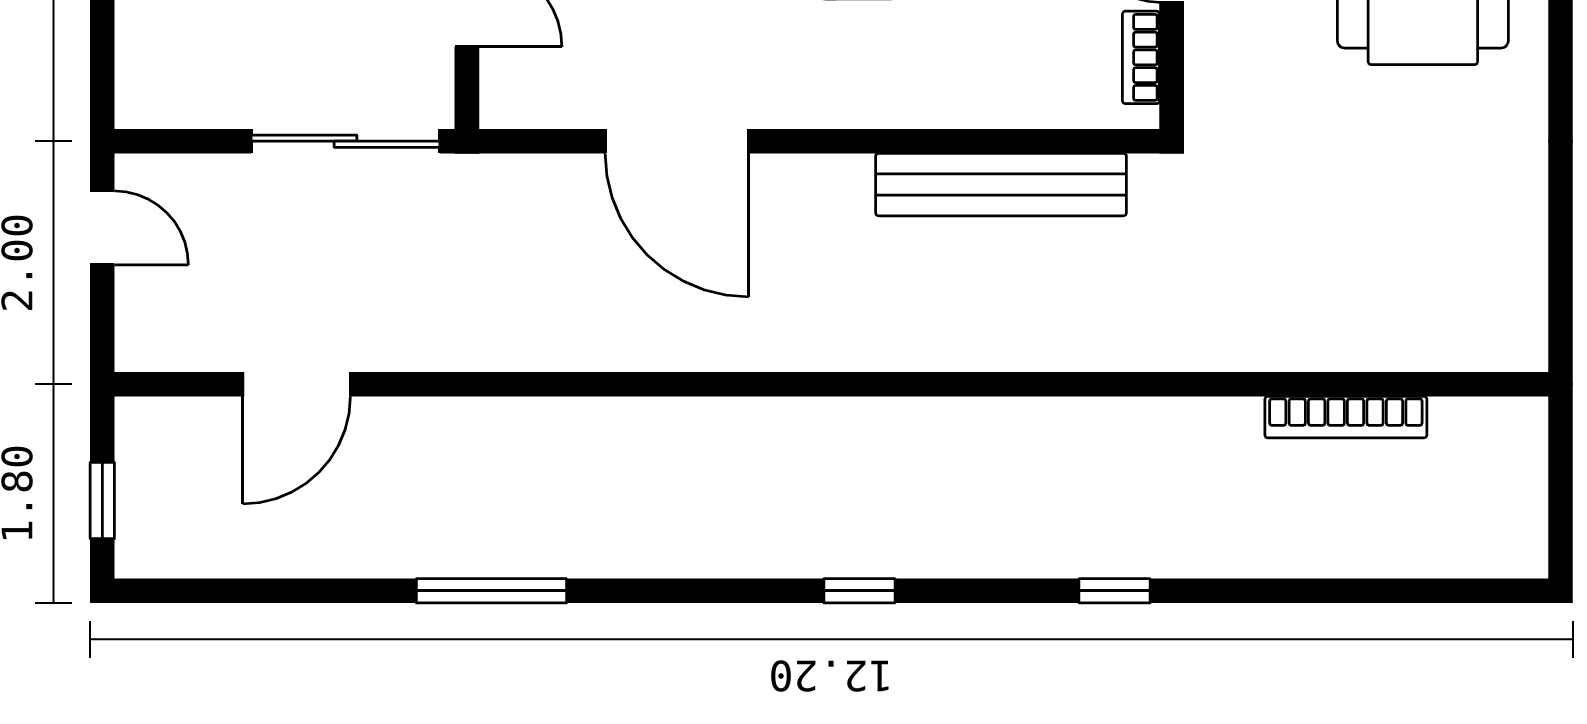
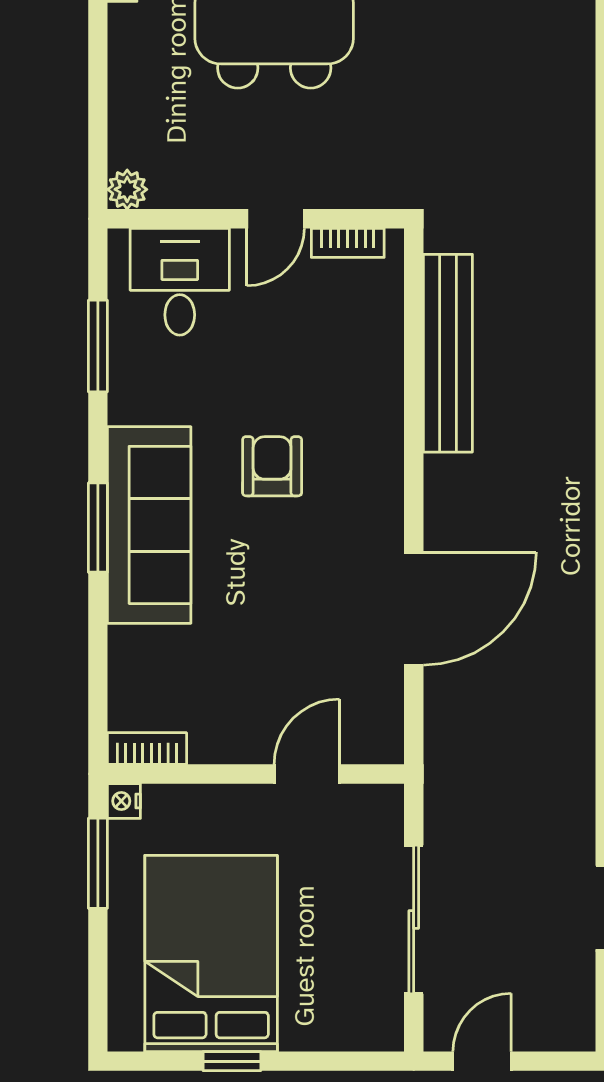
sliding door: (346, 141) -> (414, 919), moved

